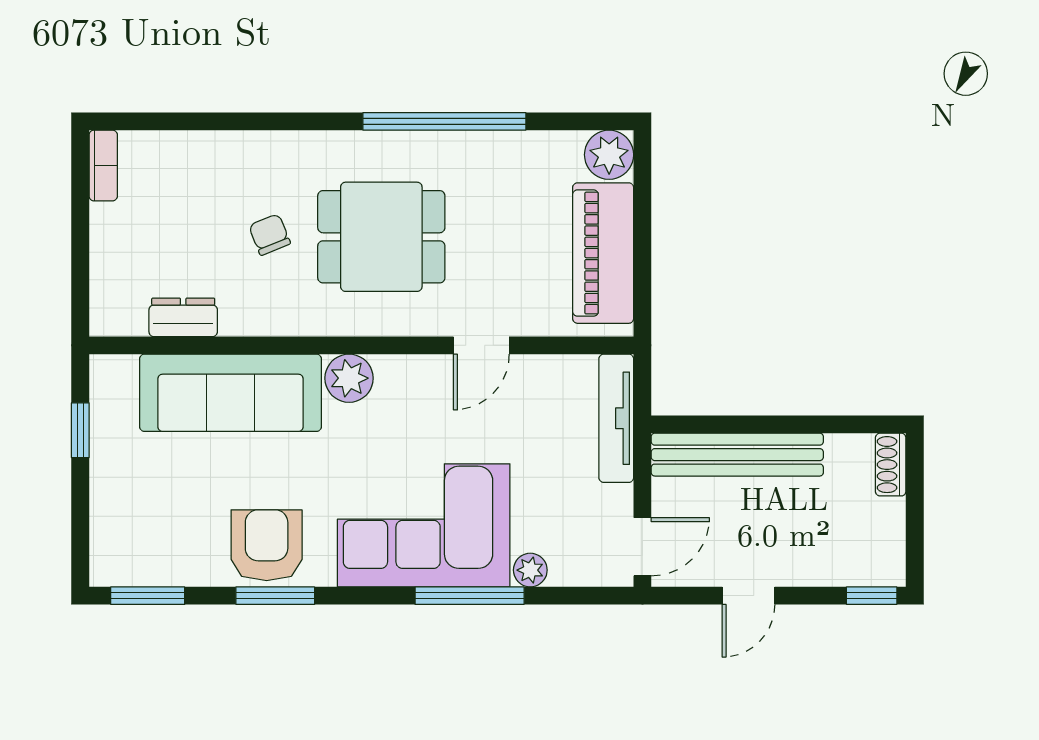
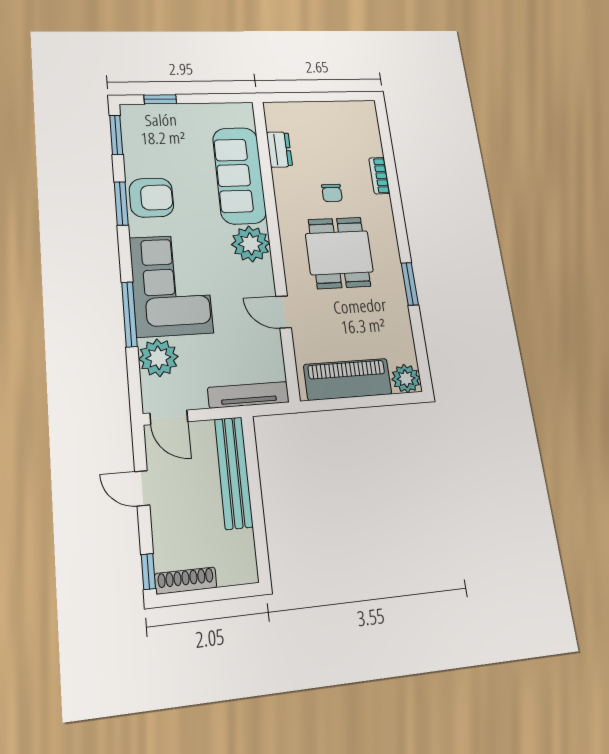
window: (444, 121) -> (410, 284), width x0.47
bookcase: (103, 165) -> (379, 176), moved, turned 90
chair: (270, 235) -> (332, 193), turned 112
plant: (349, 378) -> (251, 244), width x1.36, depth x1.36
window: (80, 430) -> (160, 99), moved
shoe rack: (891, 465) -> (186, 581), moved, width x1.43
plant: (530, 570) -> (158, 358), width x1.88, depth x1.88

